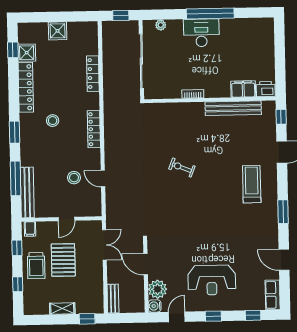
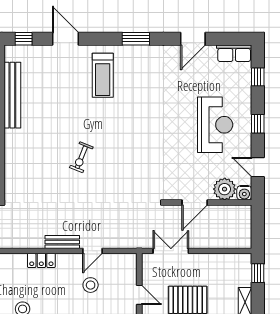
locker: (94, 129) -> (41, 260), width x0.66
treadmill: (252, 184) -> (103, 75), turned -90
bench: (113, 299) -> (62, 242), moved

